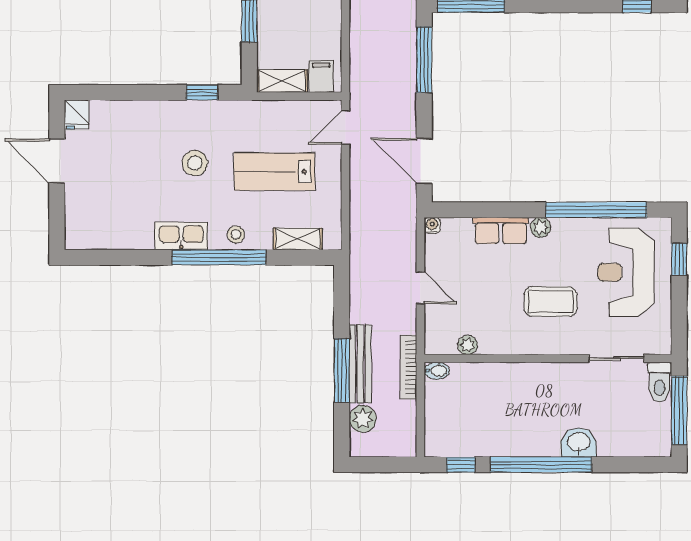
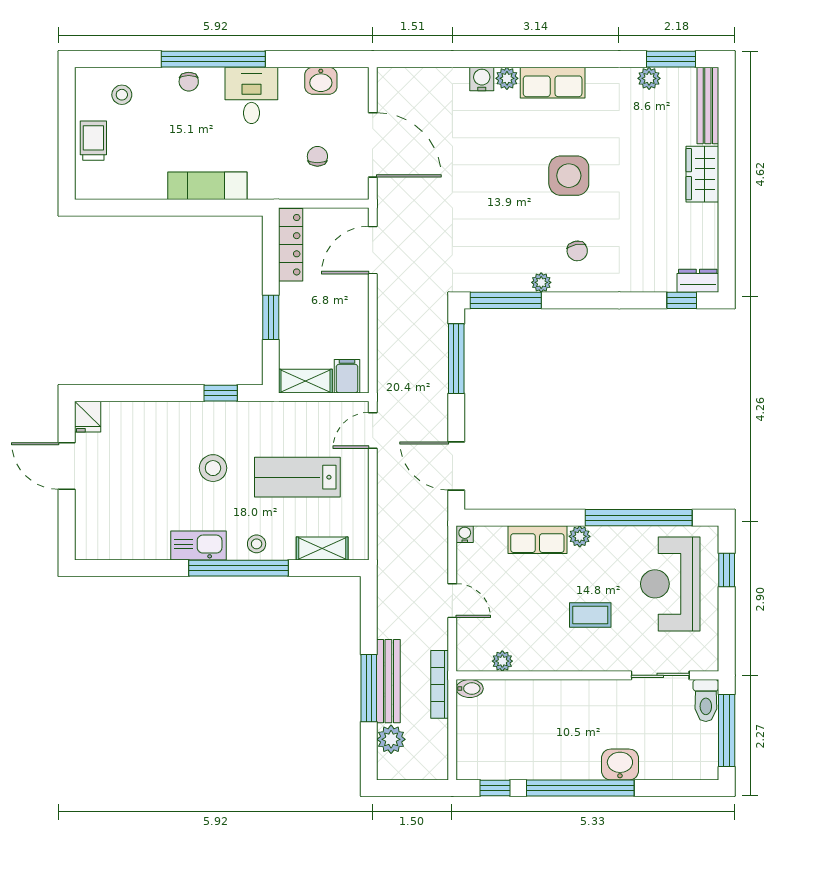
coffee table: (551, 301) -> (590, 615), width x0.73, depth x0.77

